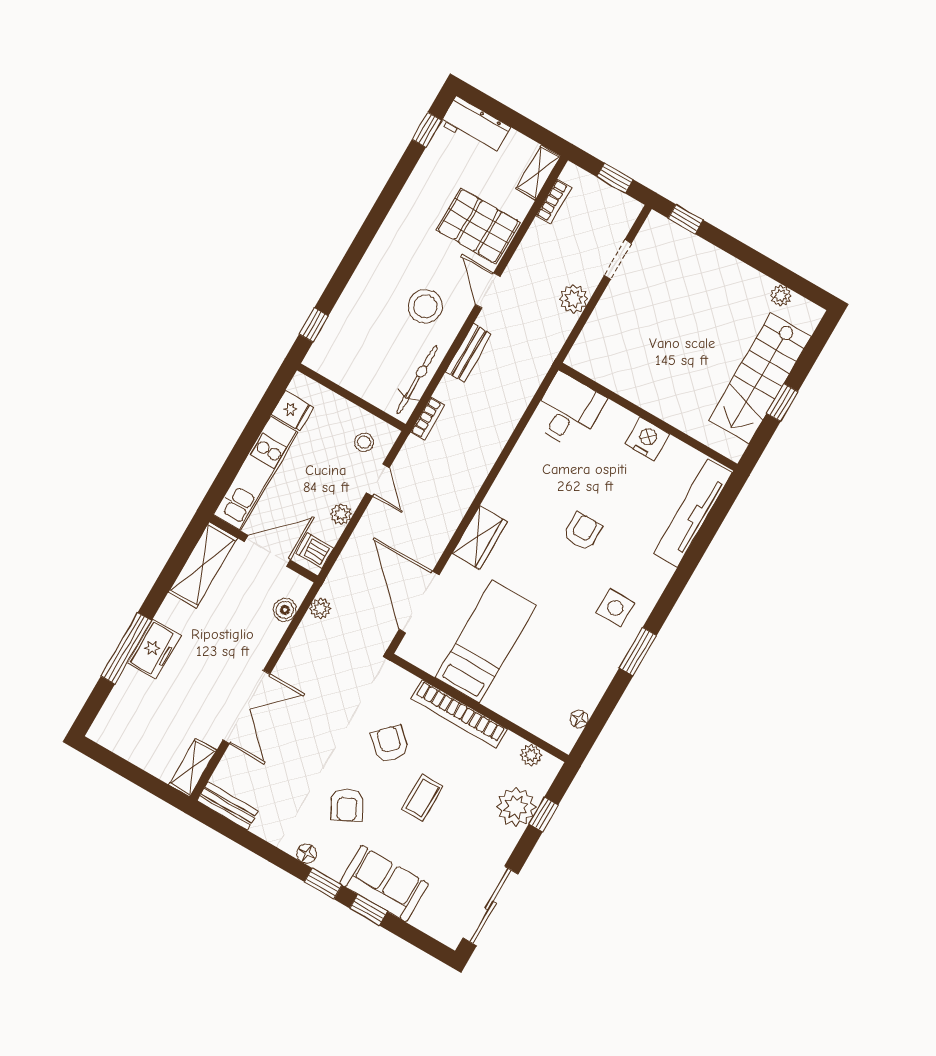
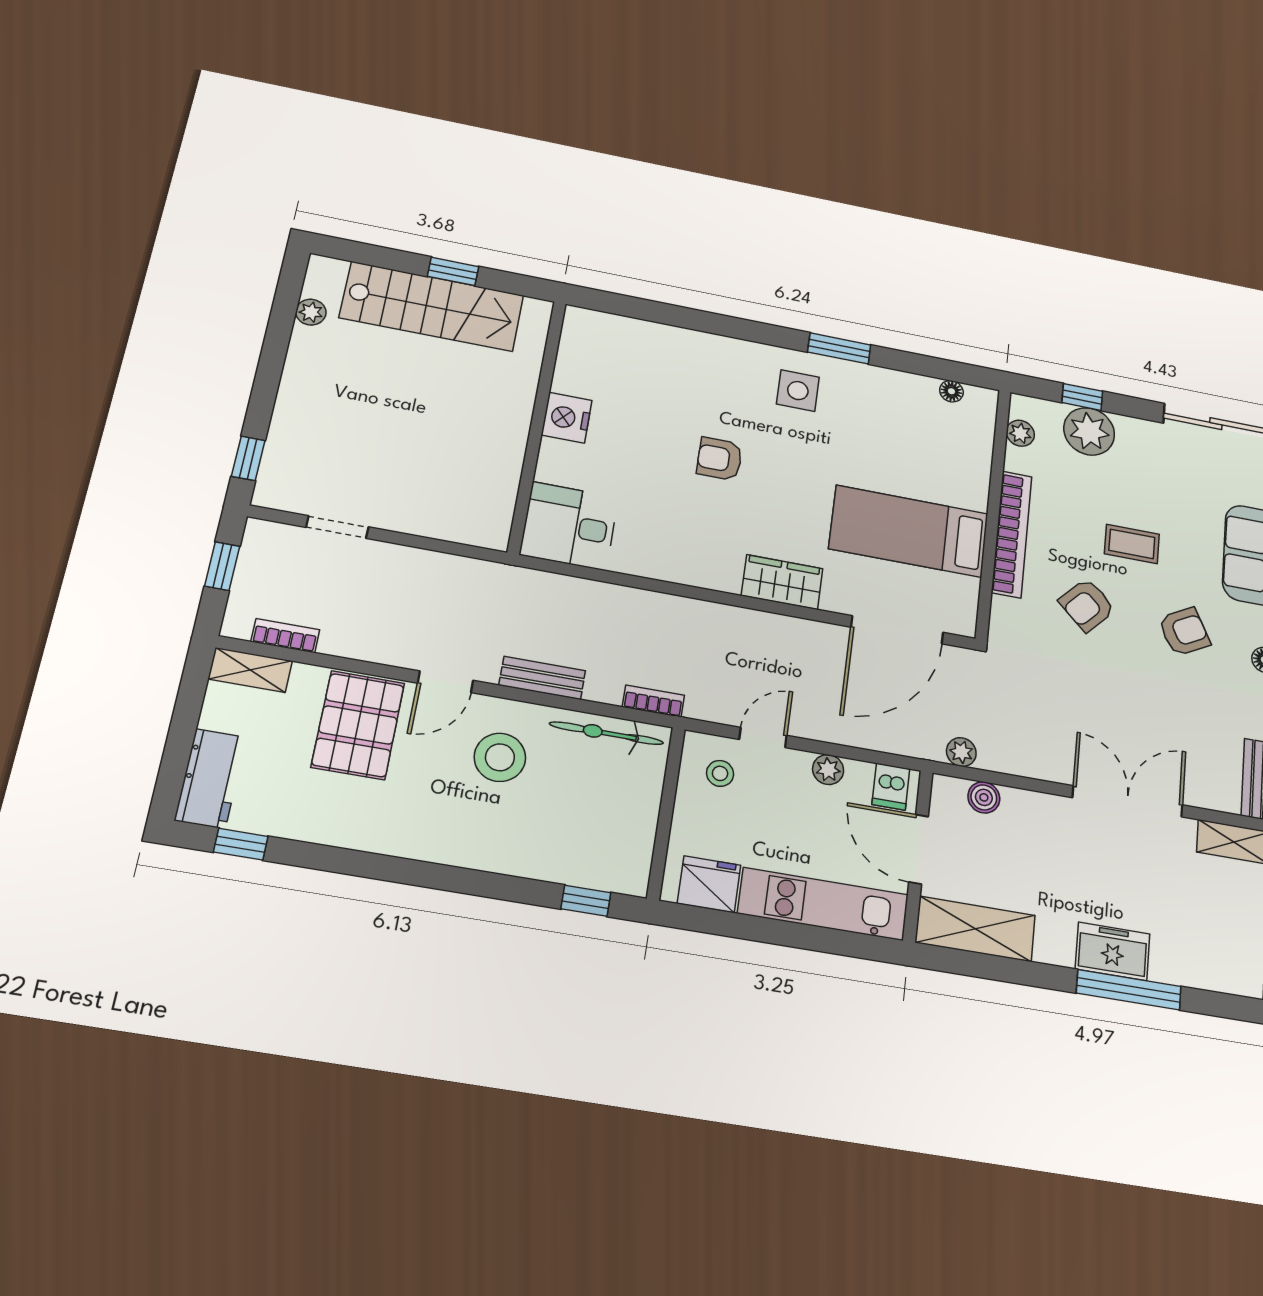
plant: (574, 299) -> (414, 566), removed
fridge: (293, 411) -> (709, 884), width x1.38
tv unit: (693, 513) -> (639, 336), removed

